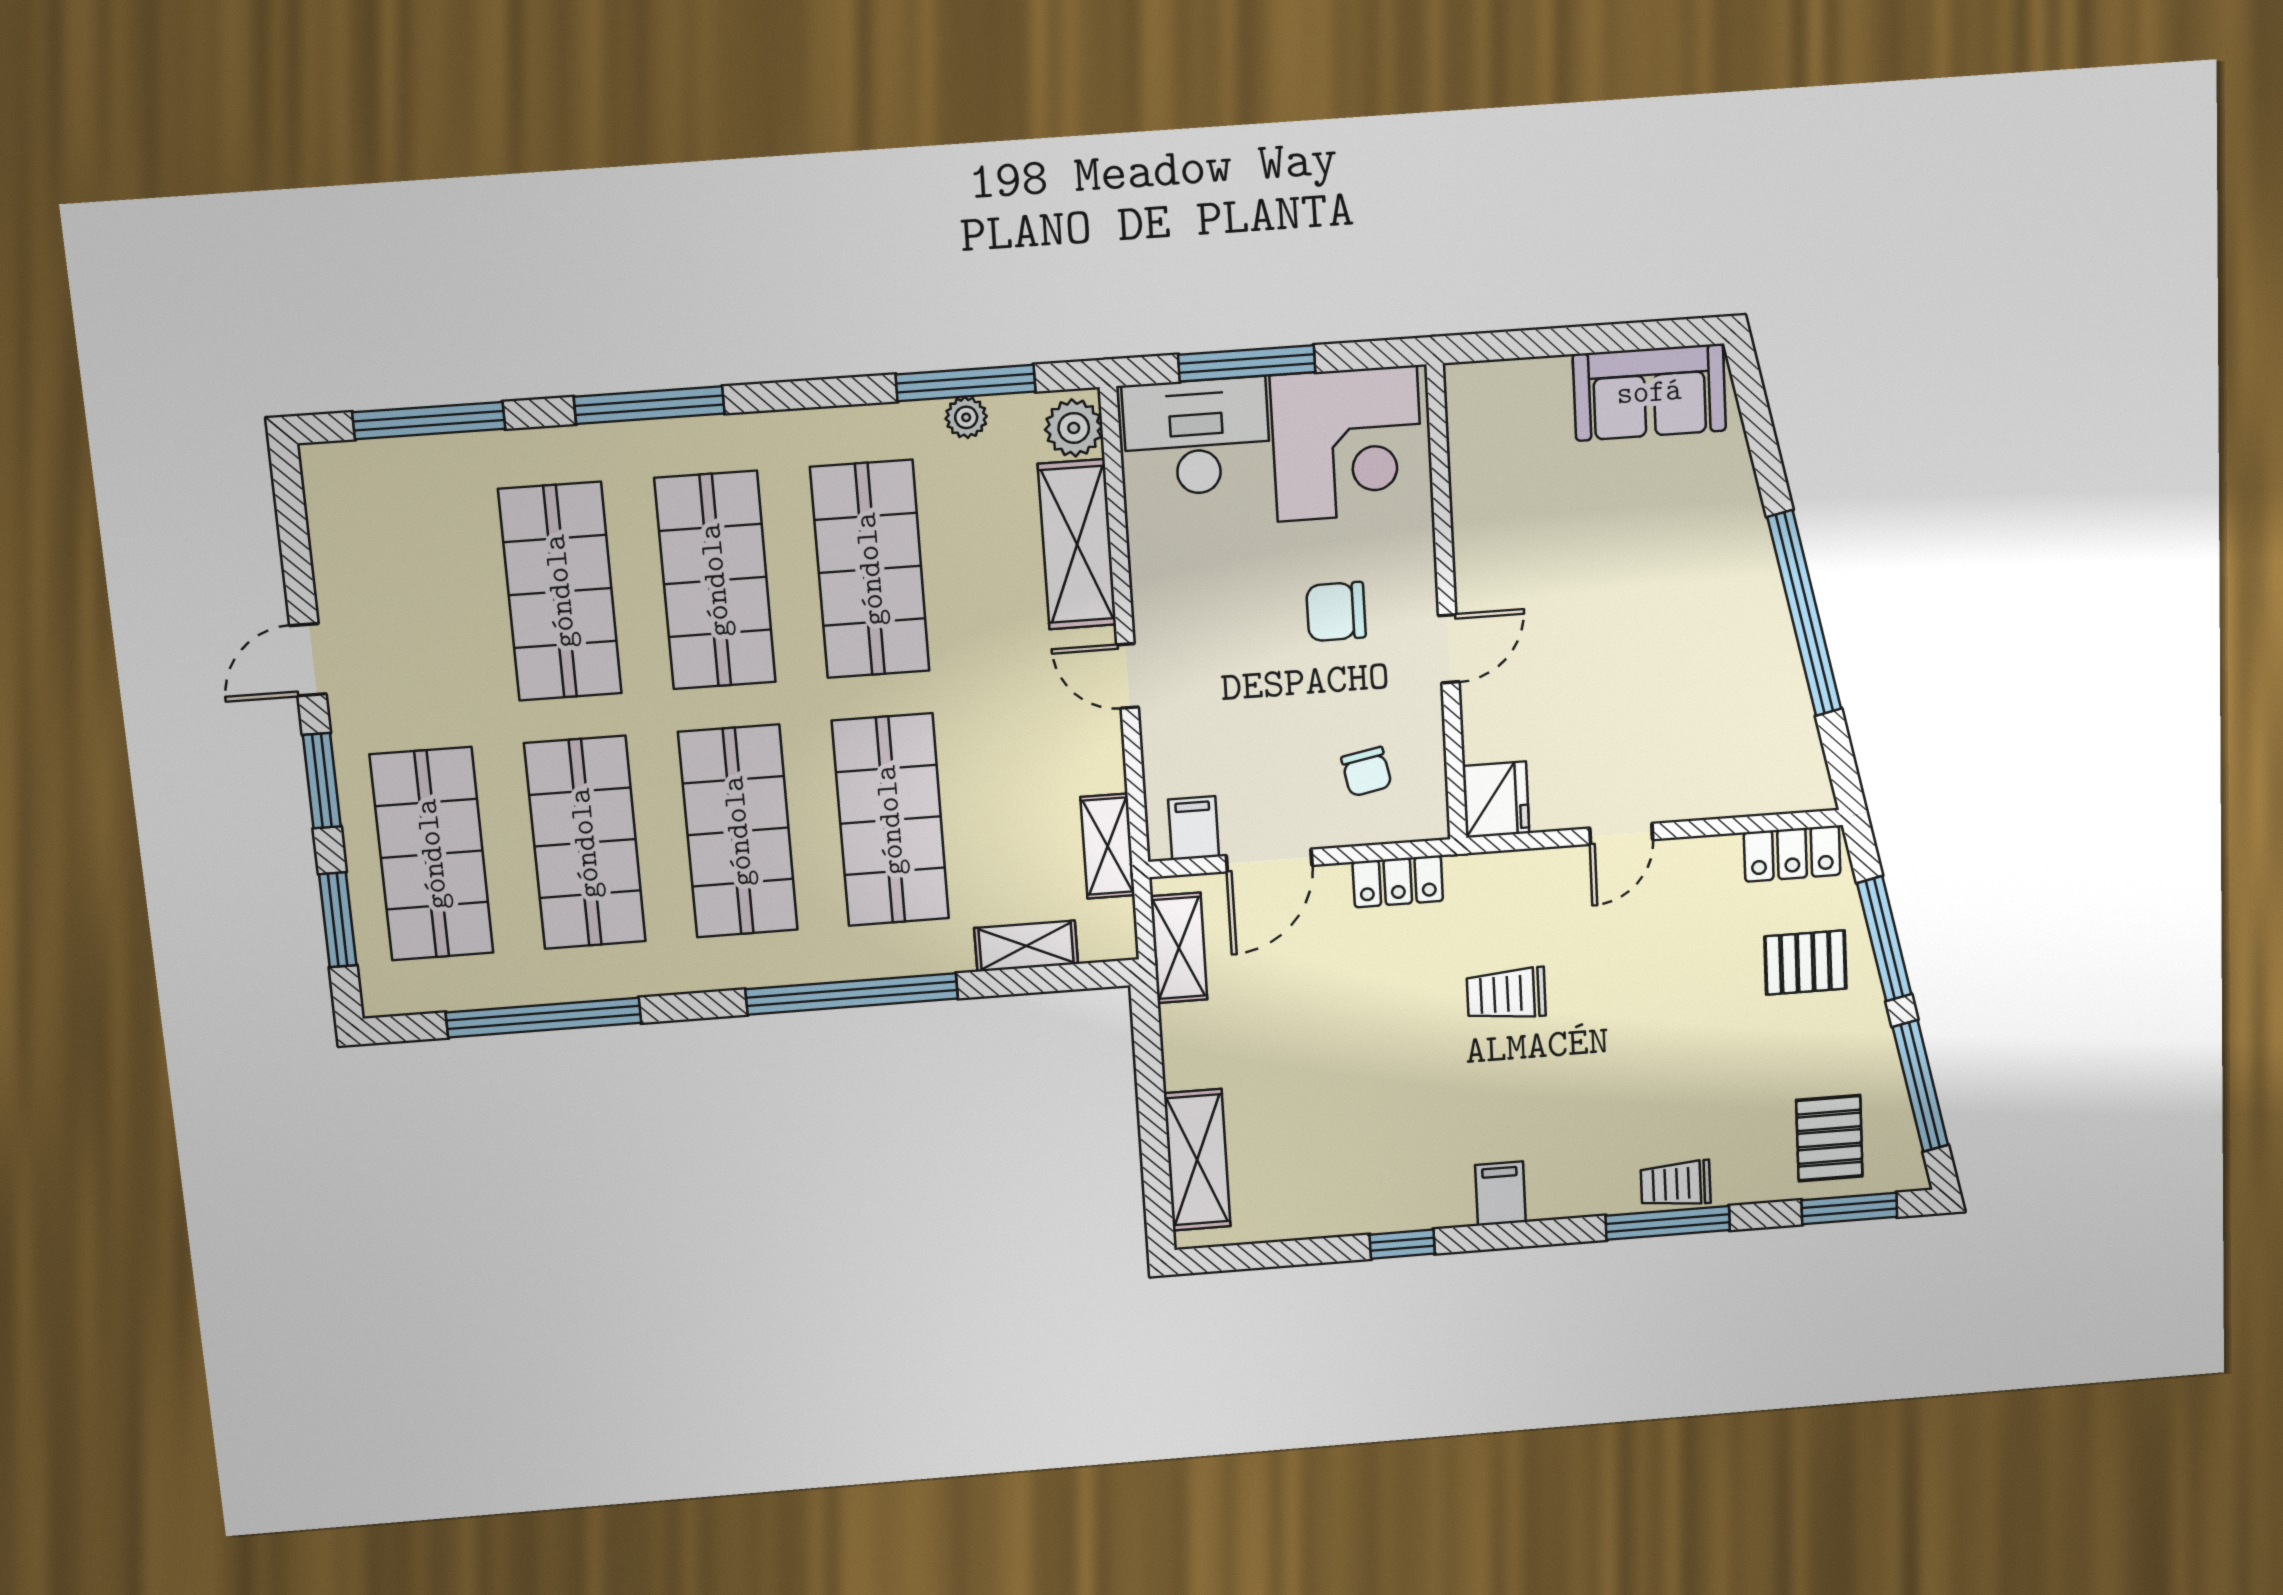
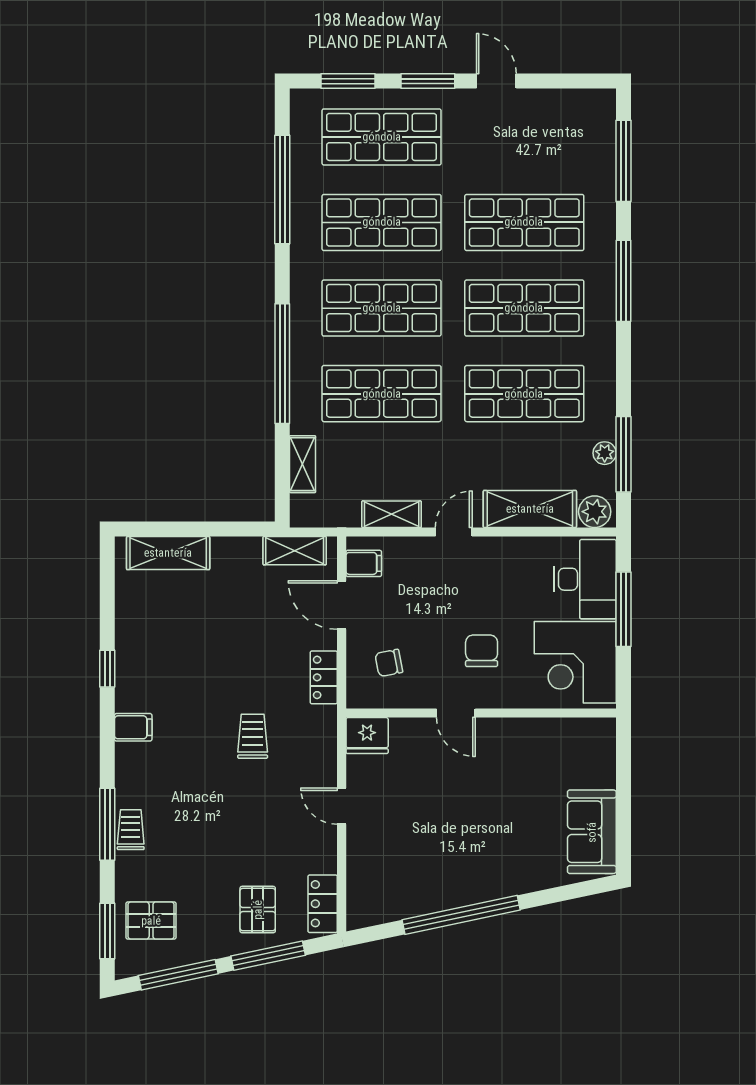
shelving: (1108, 846) -> (392, 514), moved

